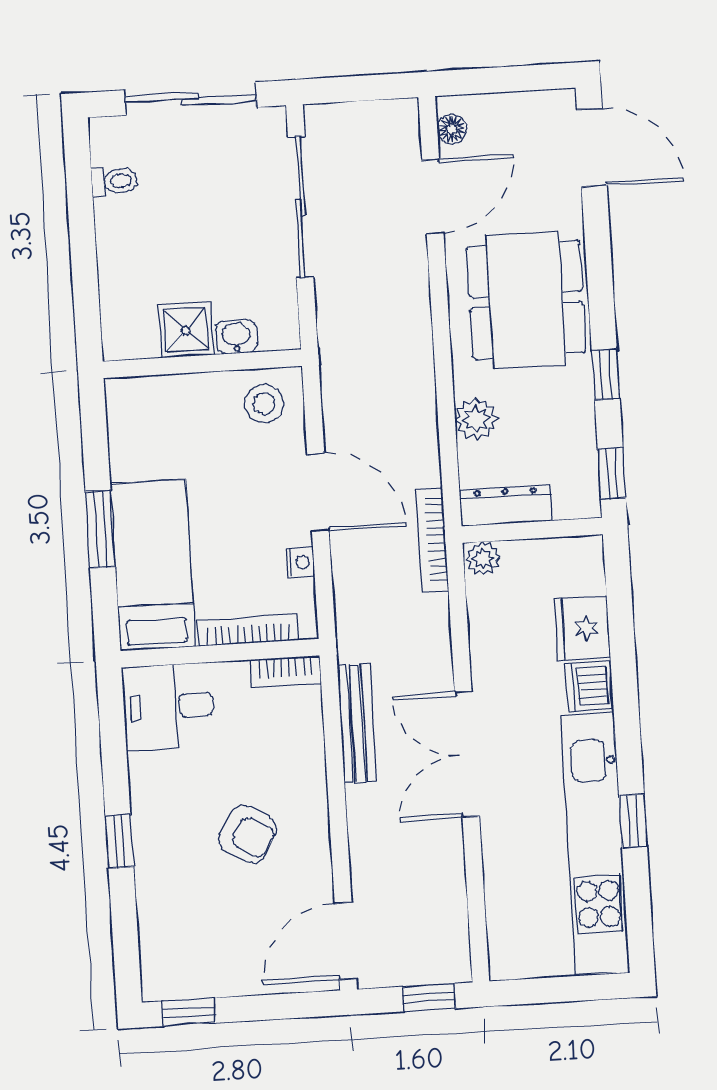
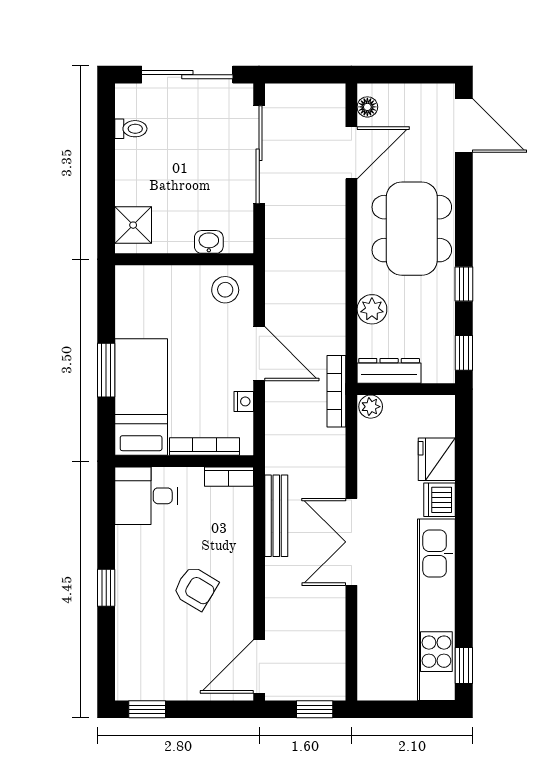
shower: (186, 330) -> (133, 225), moved
window: (633, 821) -> (464, 666), moved

